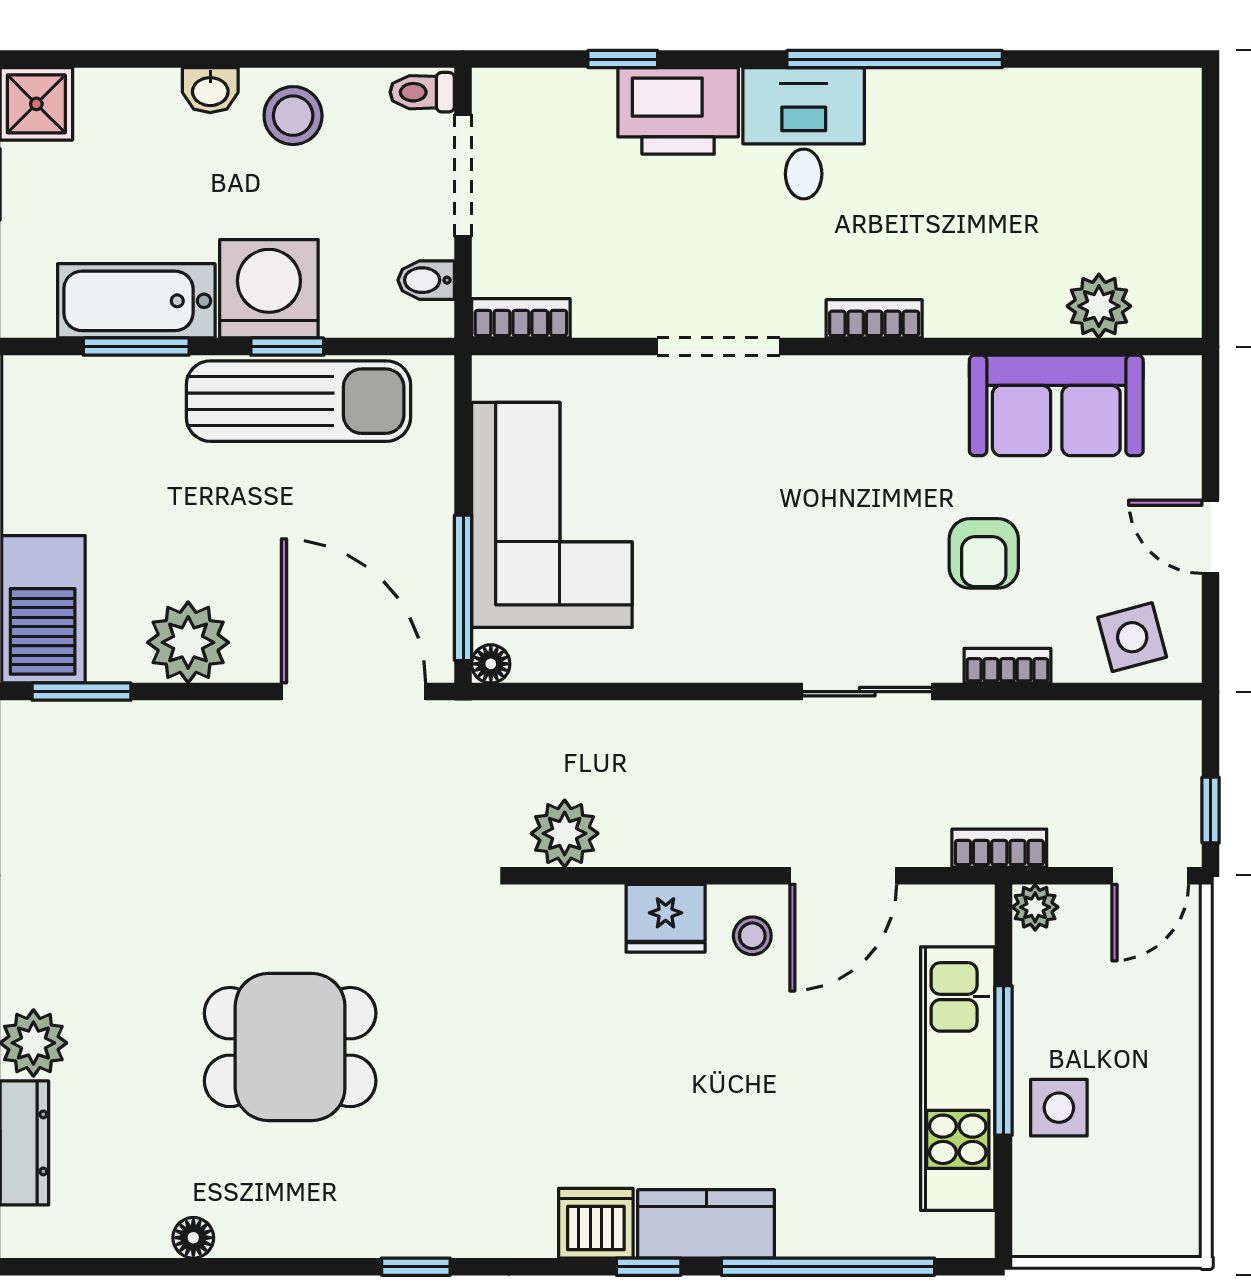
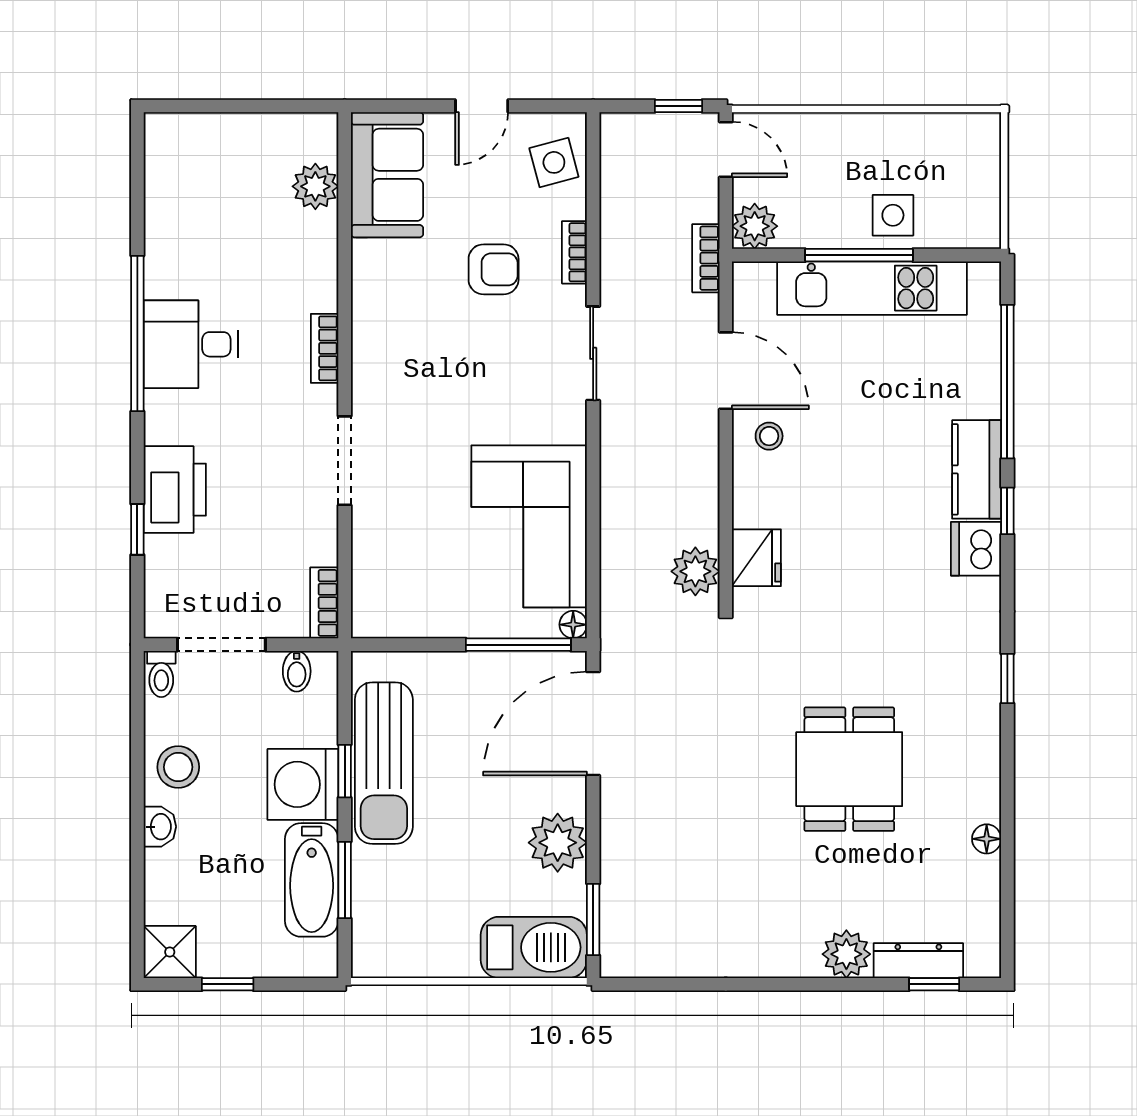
desk: (804, 133) -> (191, 344), moved
sun lounger: (298, 401) -> (384, 763), turned 180
sofa: (1056, 405) -> (387, 175), moved
corner sofa: (552, 515) -> (529, 526), moved, turned -90
plant: (1035, 907) -> (755, 226), width x1.38, depth x1.38
fridge: (666, 918) -> (756, 558), moved

